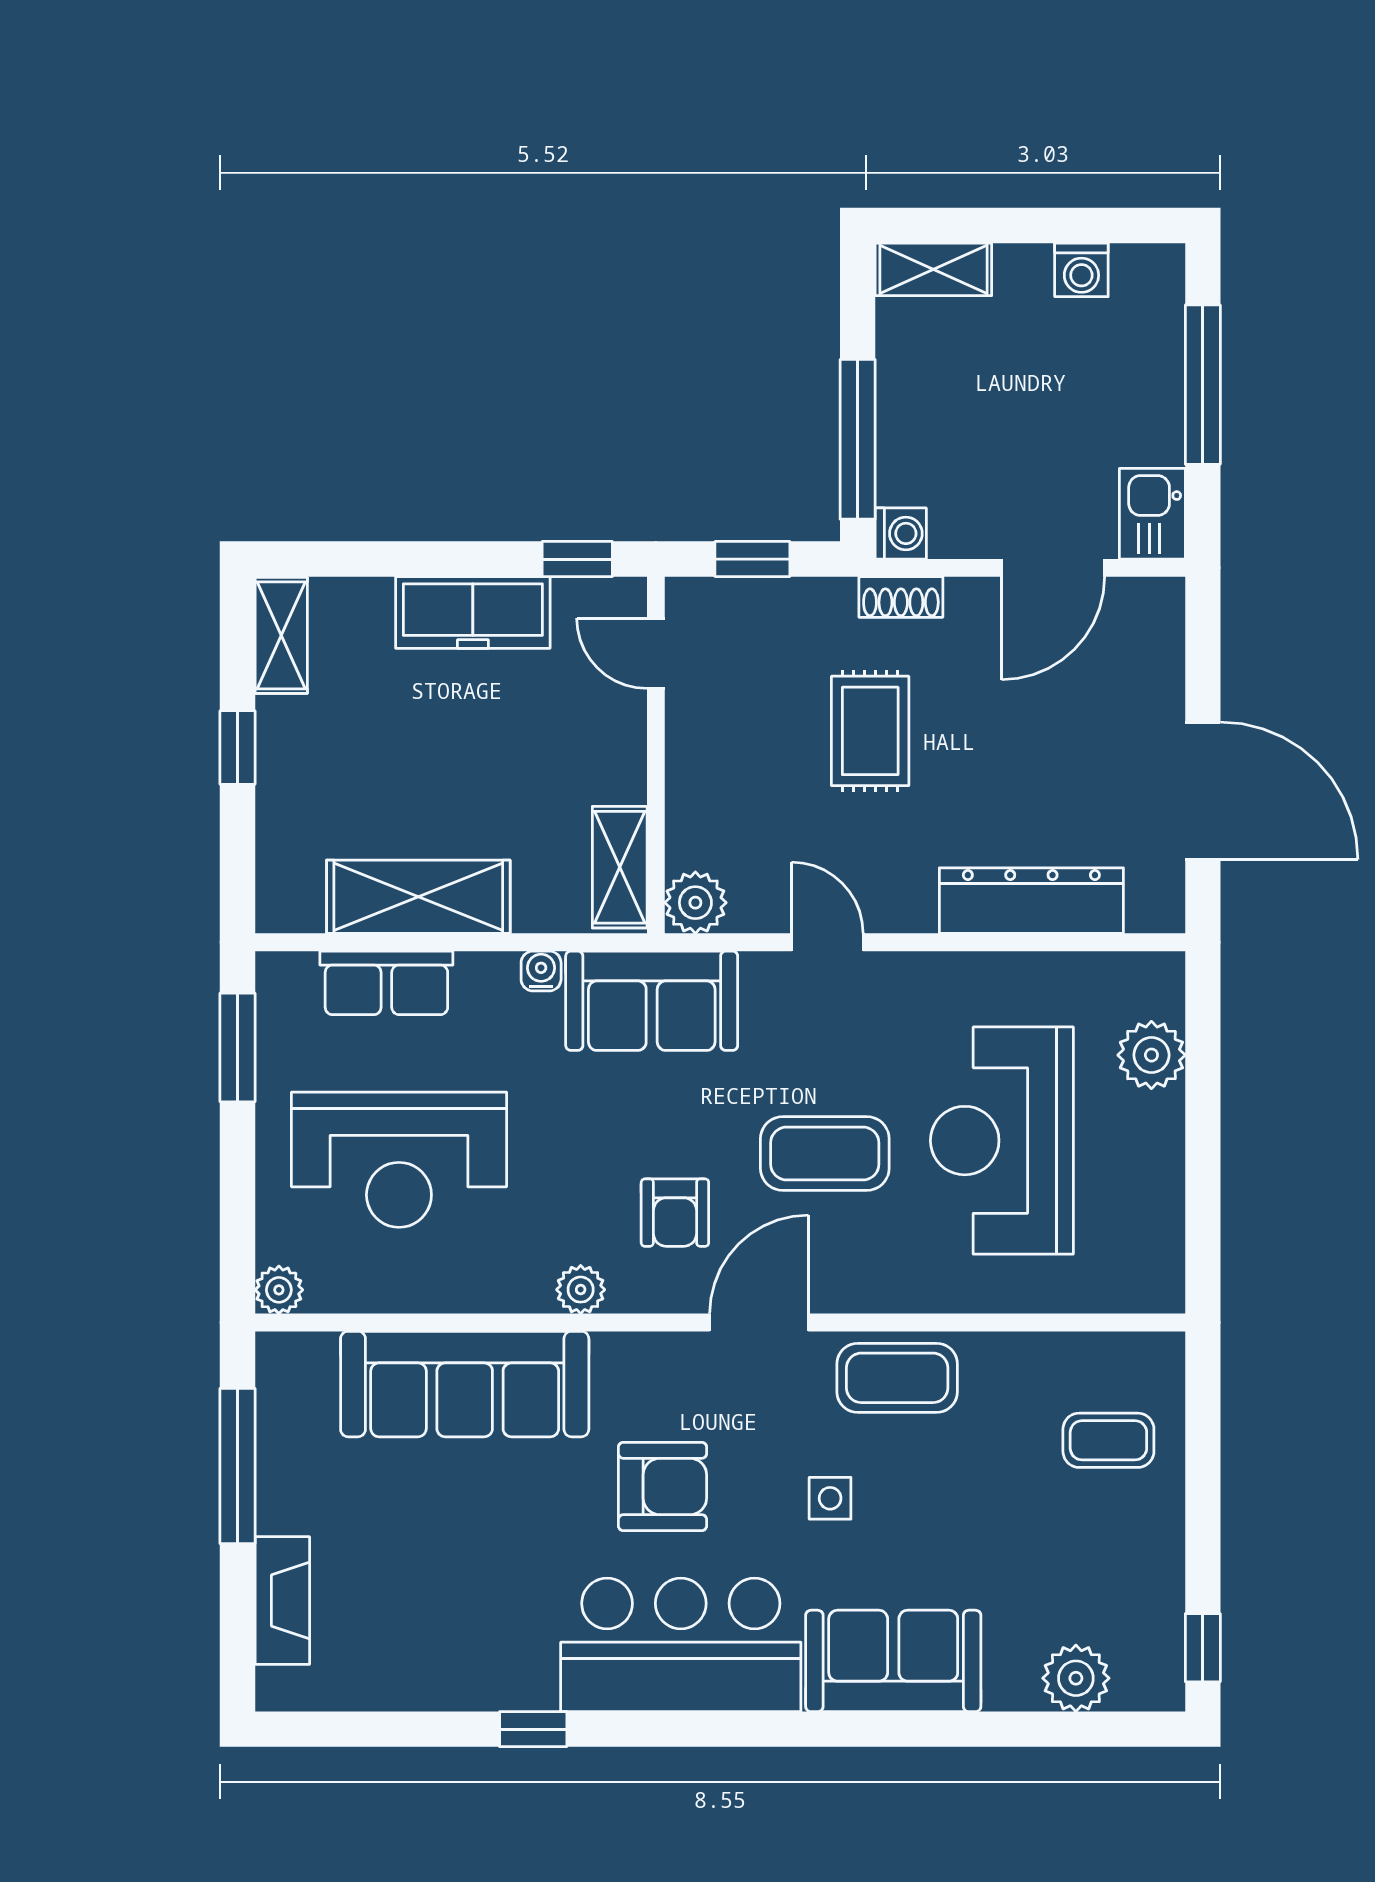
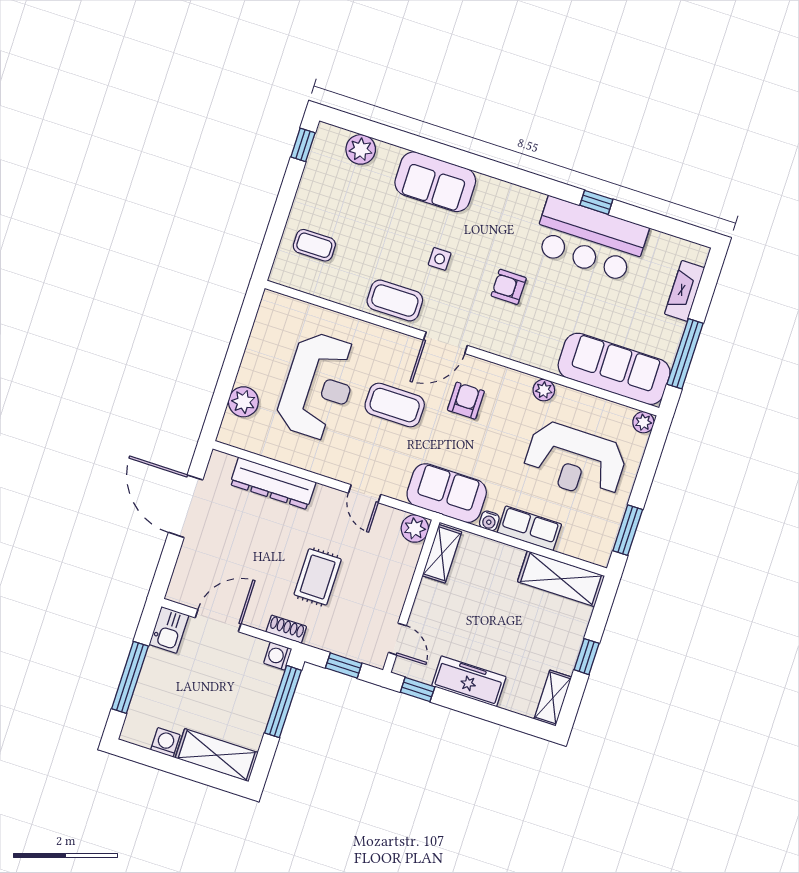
shelving: (933, 269) -> (217, 755), width x1.50, depth x1.33
shelving: (418, 897) -> (561, 579), moved
row of seats: (386, 983) -> (529, 528), moved
reception desk: (399, 1160) -> (575, 461), turned 180
plant: (581, 1290) -> (544, 390), moved
sofa: (465, 1384) -> (614, 369), moved
armchair: (663, 1486) -> (509, 287), width x0.72, depth x0.72
bar counter: (681, 1645) -> (590, 239), moved

